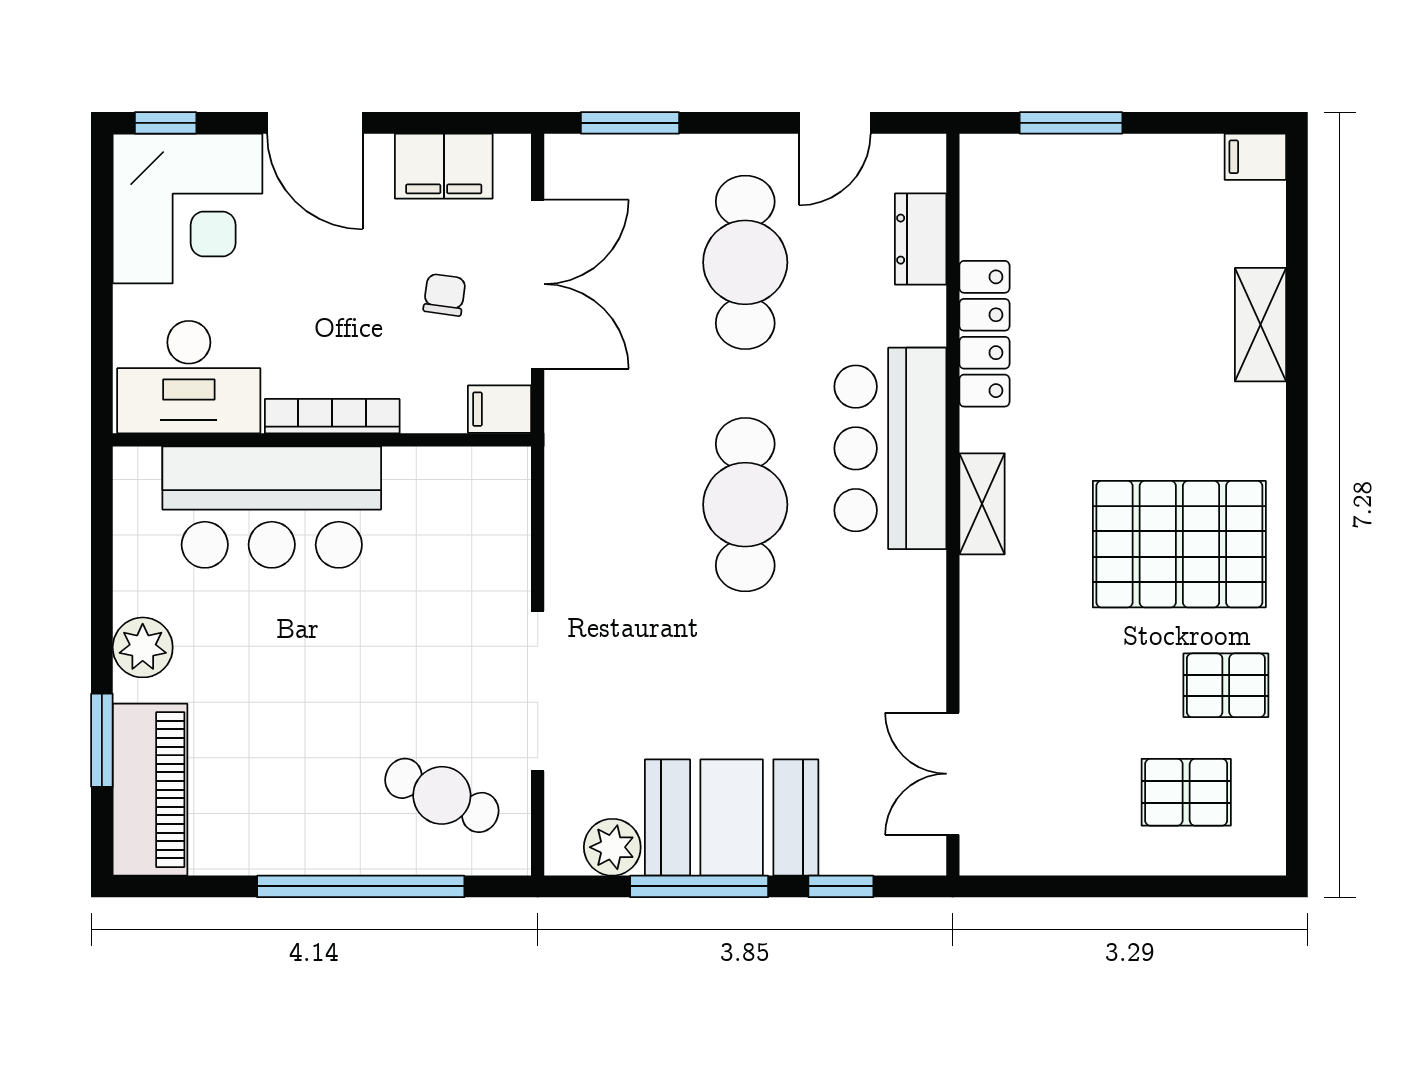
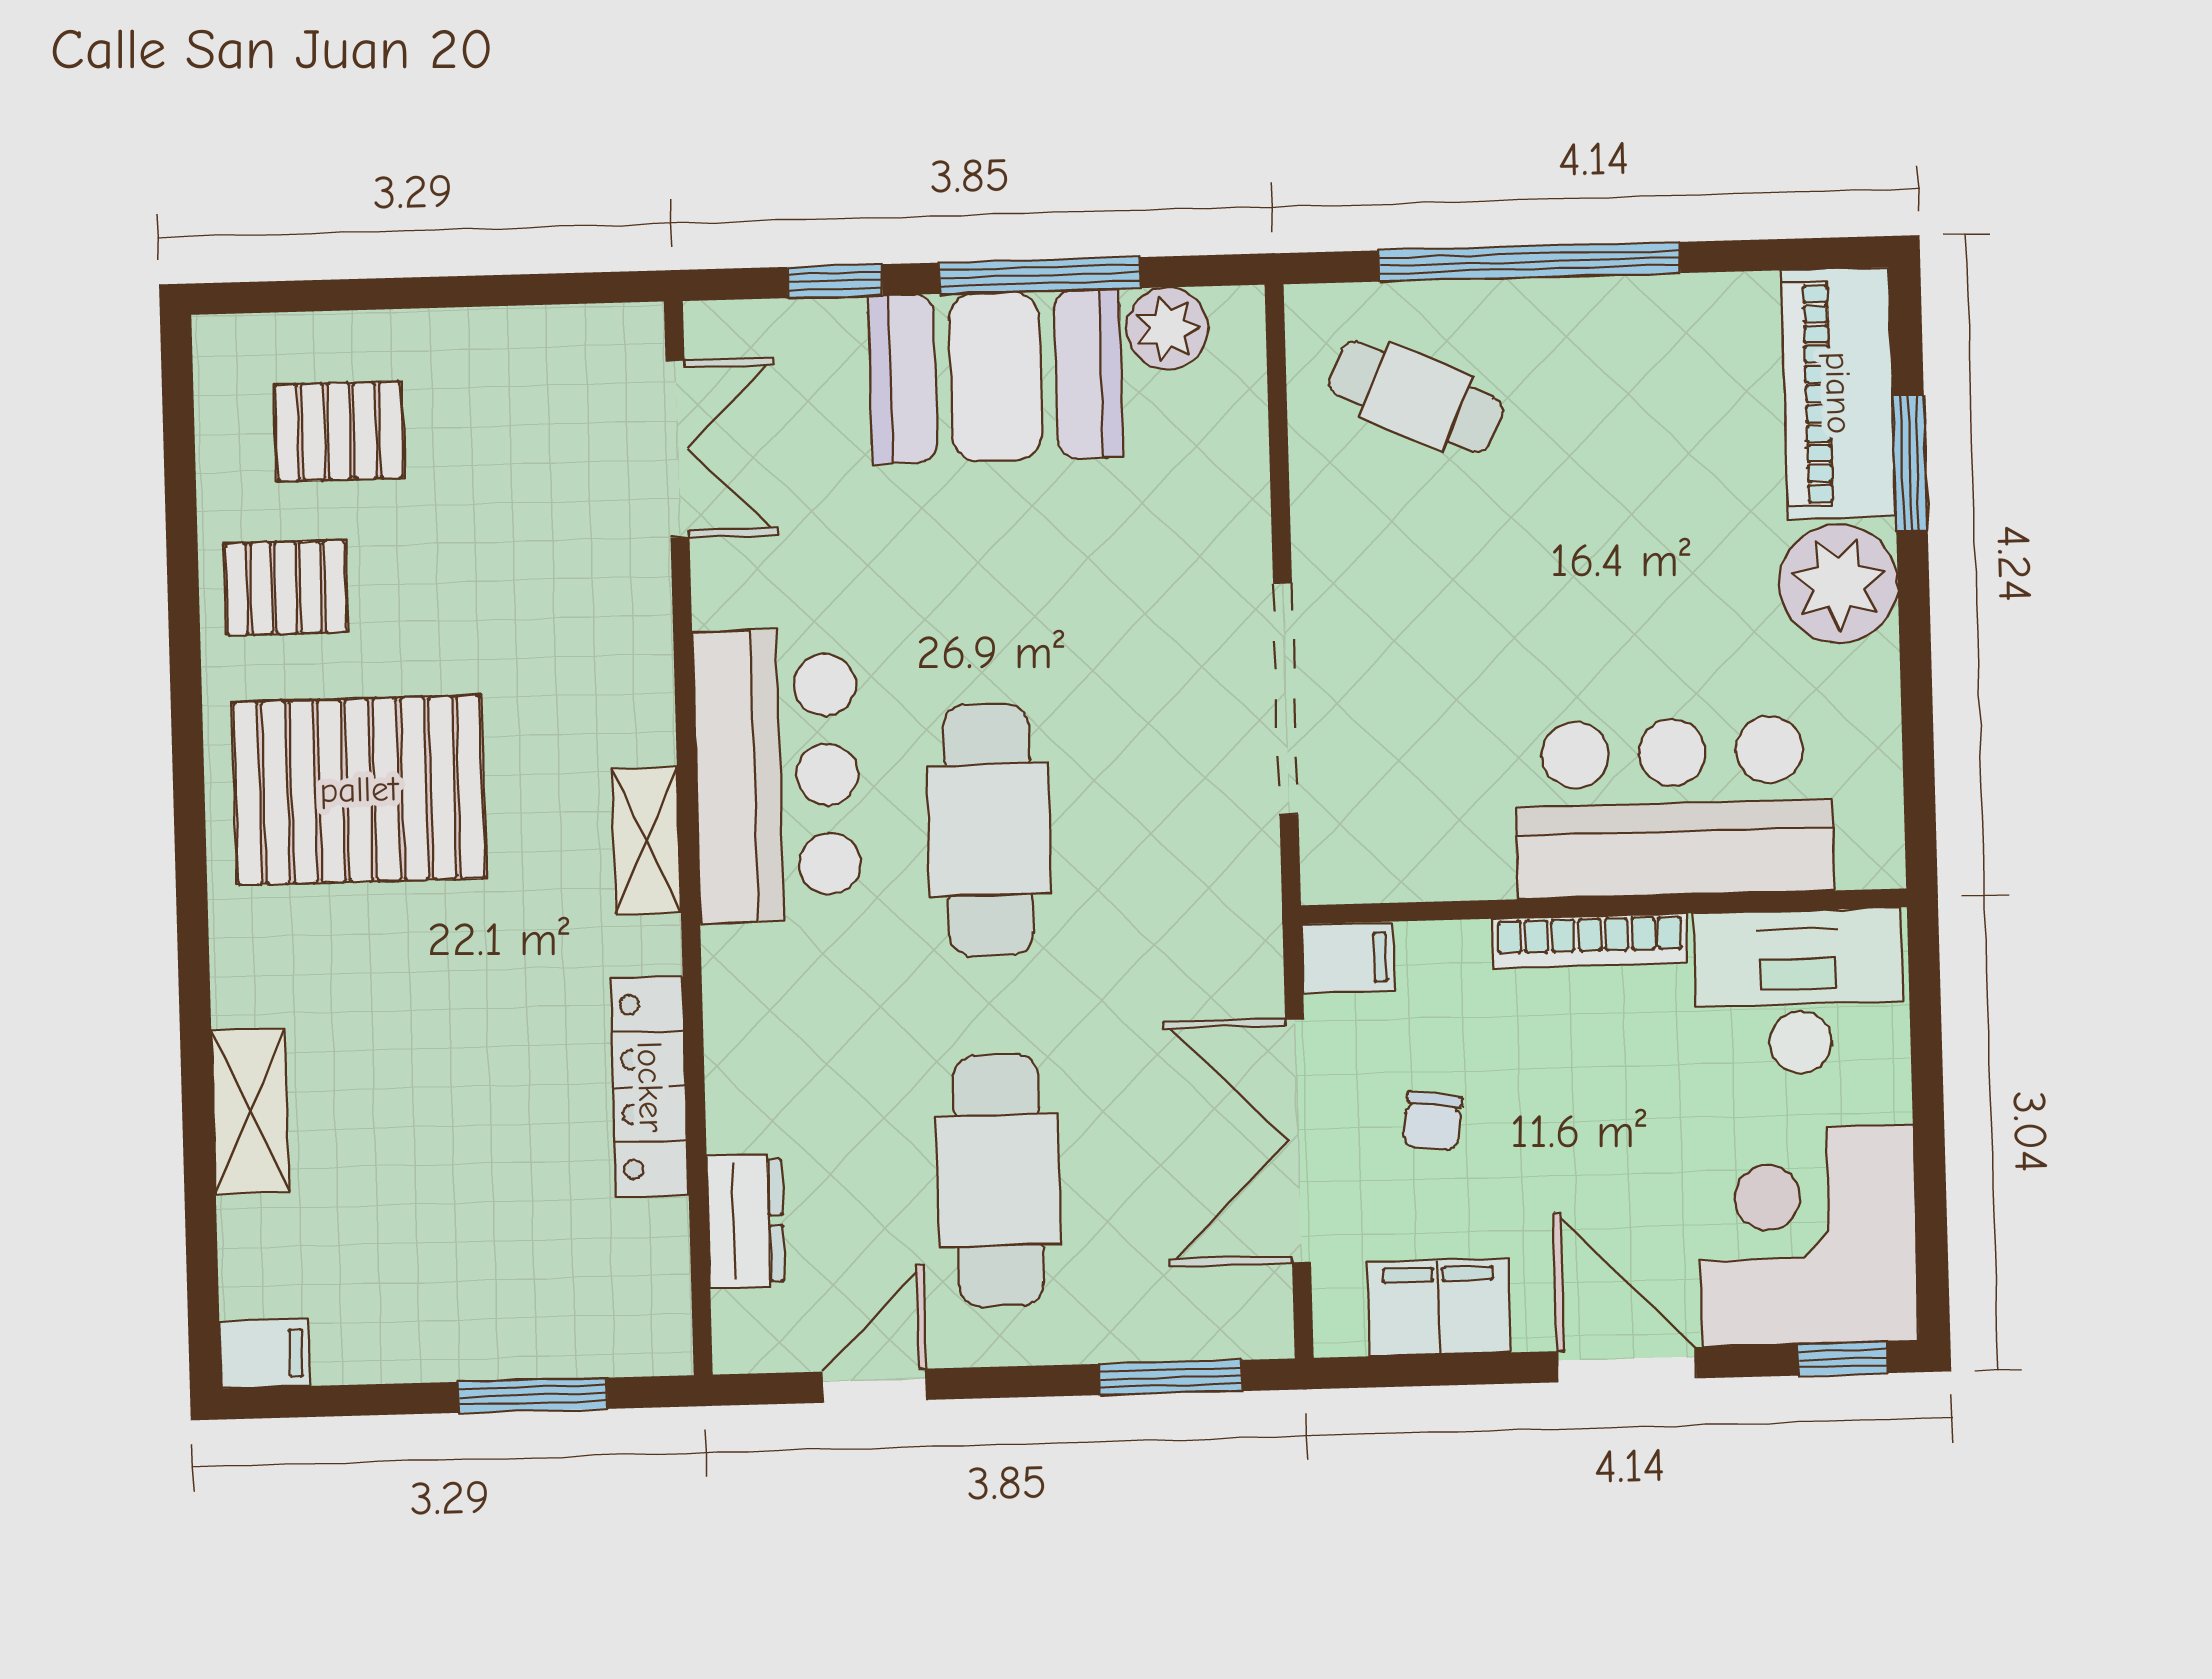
bar counter: (890, 448) -> (777, 776), moved
plant: (143, 647) -> (1839, 583), width x1.36, depth x1.36
doorway: (538, 691) -> (1286, 698), moved

